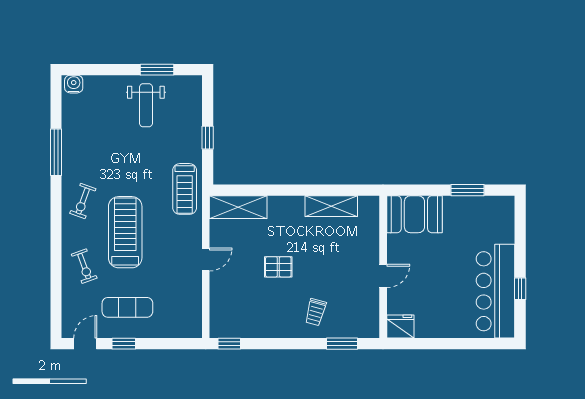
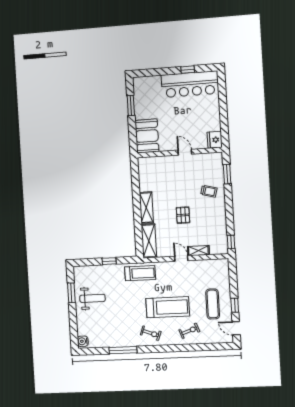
shelving: (331, 206) -> (146, 208), moved
treadmill: (125, 232) -> (168, 307), turned 180
shelving: (217, 289) -> (198, 251), added

